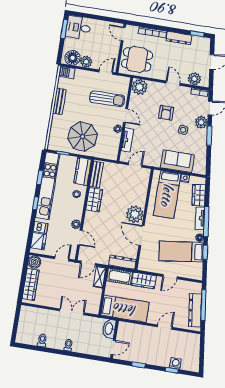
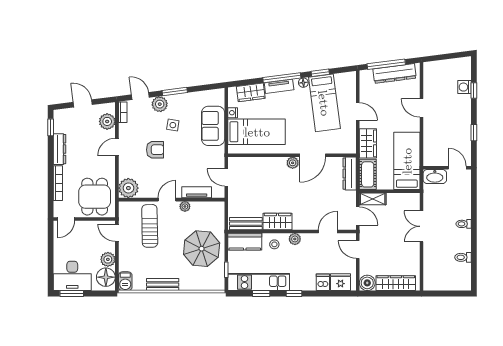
desk: (78, 28) -> (72, 276), width x1.37
kitchen unit: (48, 186) -> (259, 282), width x0.73
plant: (135, 214) -> (293, 163), width x0.53, depth x0.53
plant: (76, 224) -> (295, 239), moved

